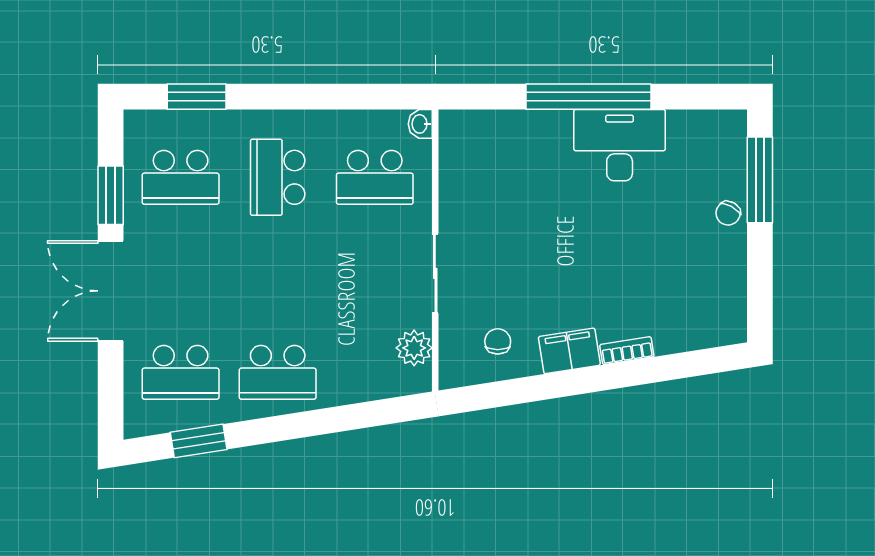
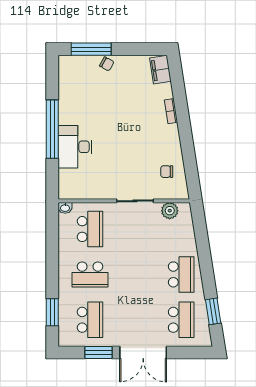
desk: (620, 145) -> (75, 147), moved
filing cabinet: (569, 351) -> (160, 70), moved

